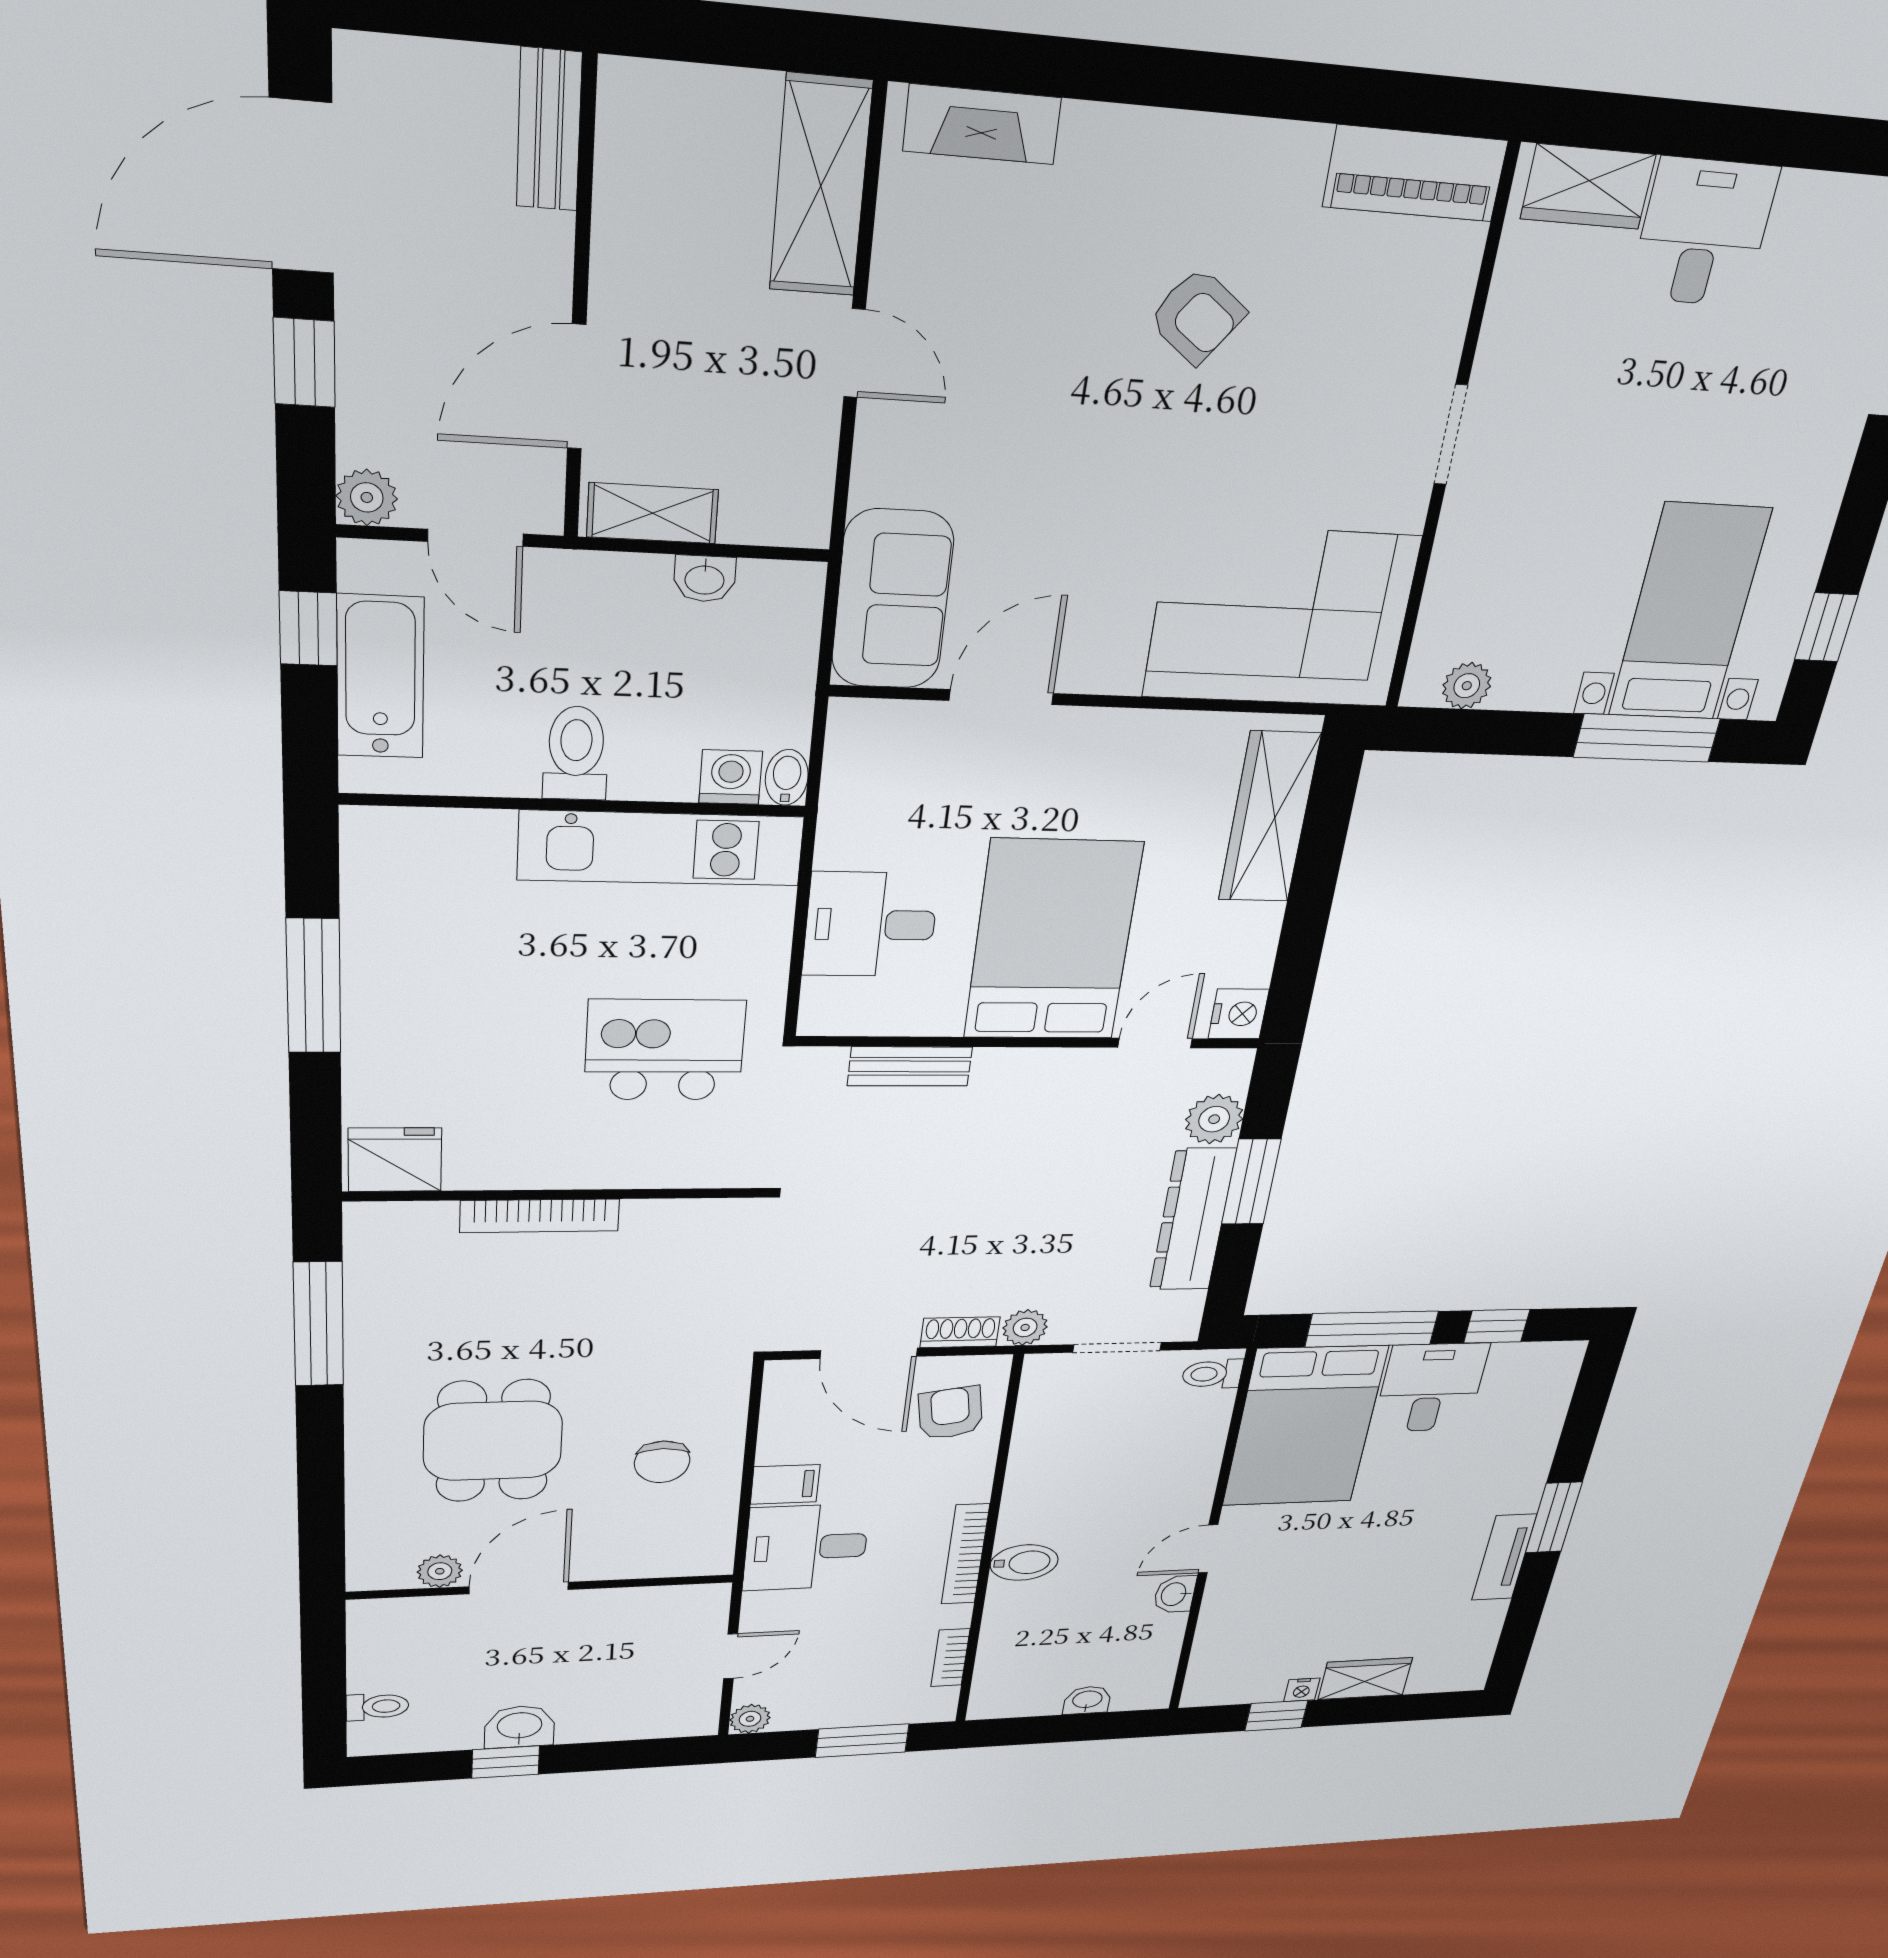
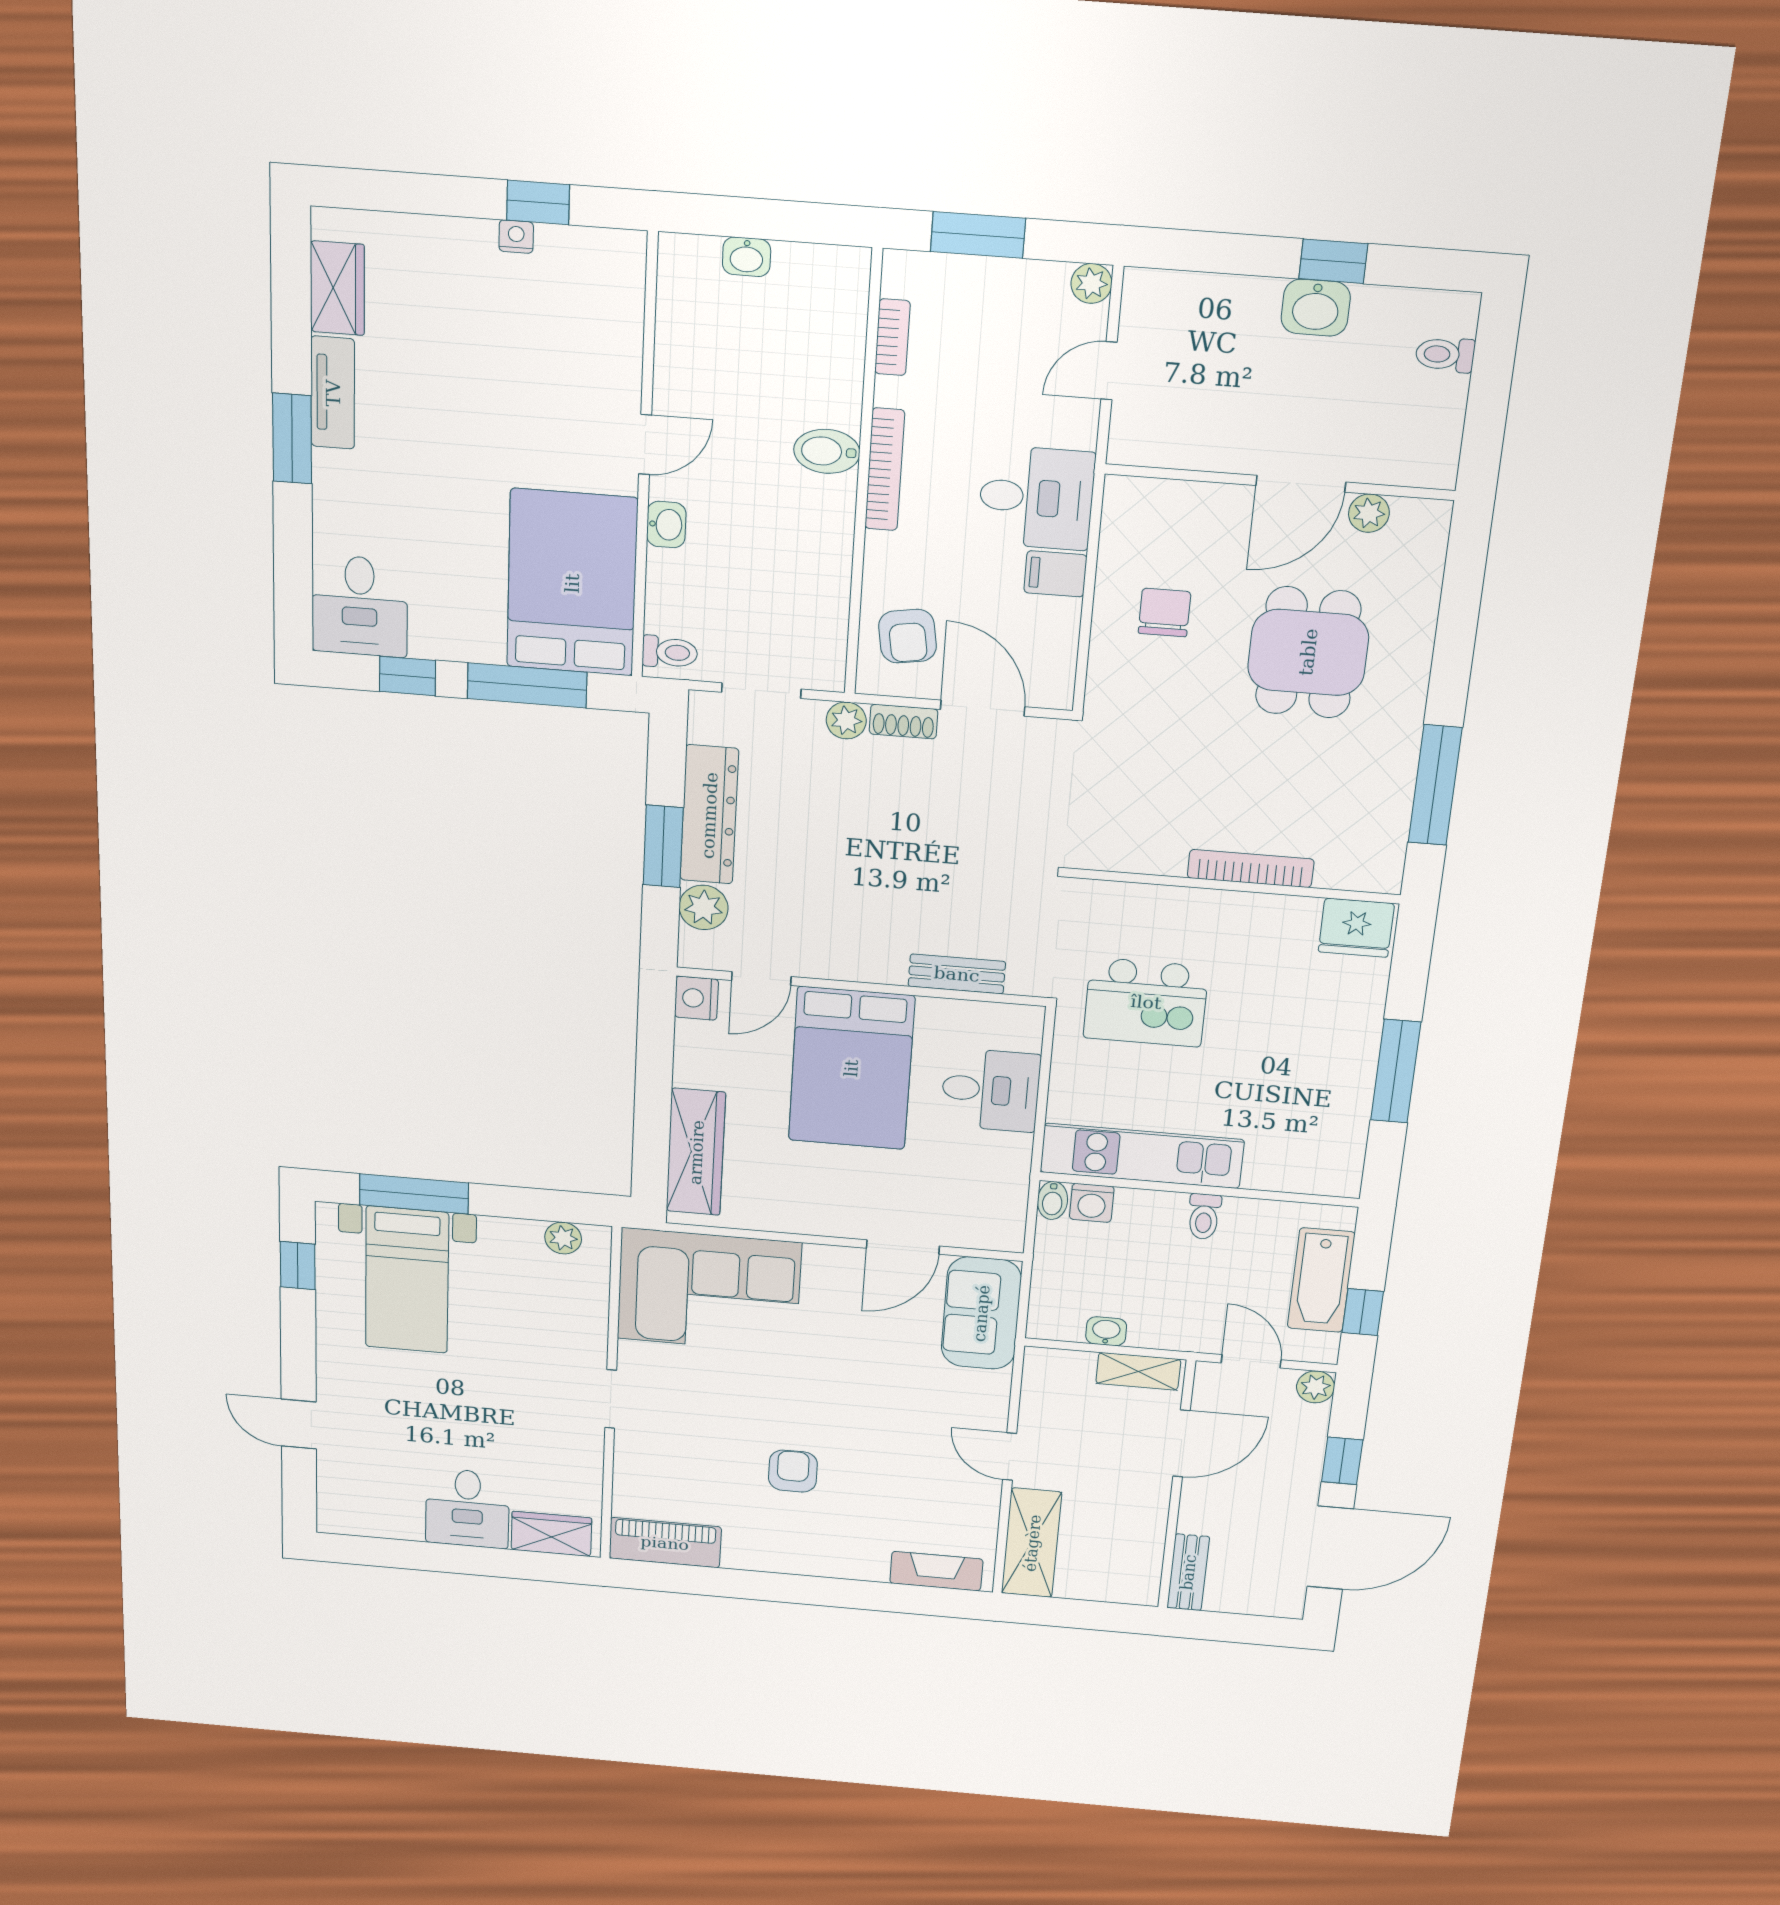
armchair: (1197, 316) -> (793, 1471), turned 53
toilet: (576, 753) -> (1204, 1217), width x0.73, depth x0.72
desk: (1431, 1388) -> (360, 606), moved
washbasin: (1175, 1594) -> (666, 525), moved
wardrobe: (1365, 1679) -> (337, 288), moved, turned -90

